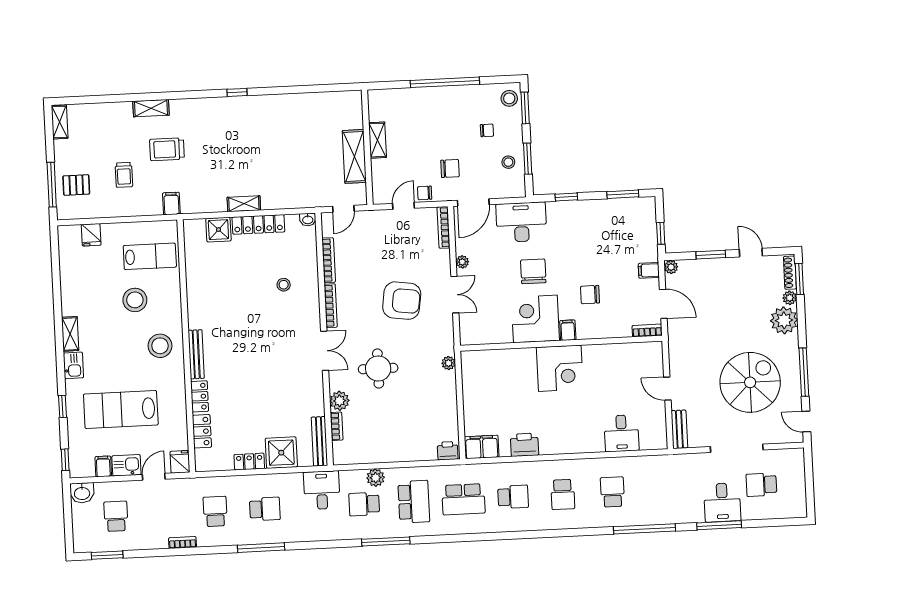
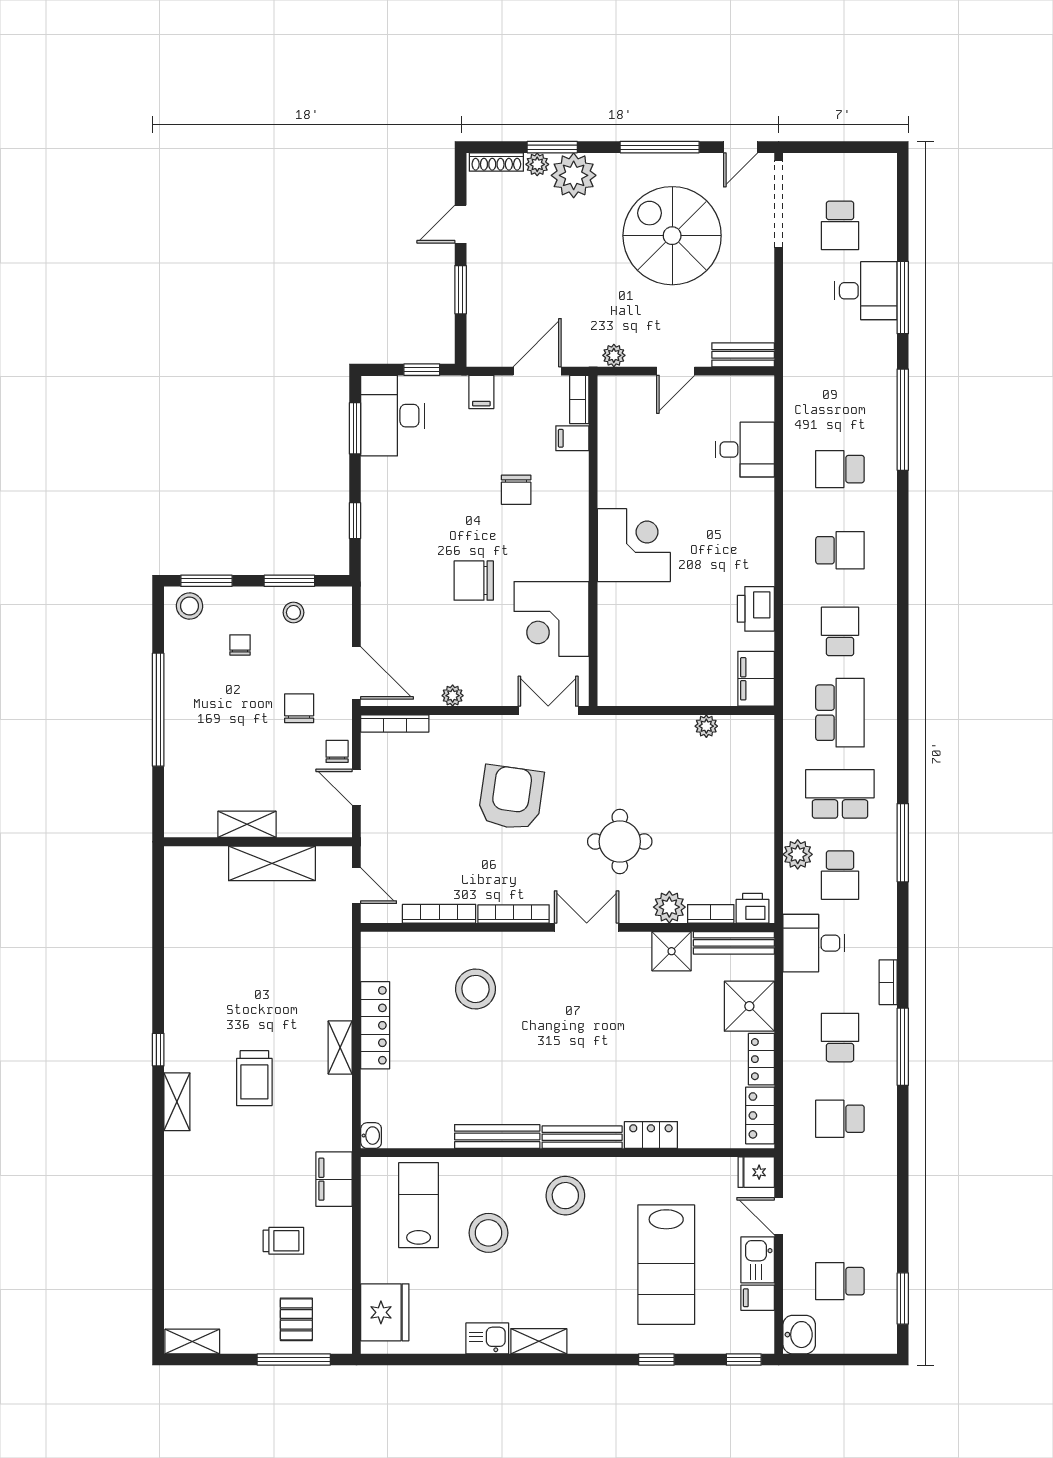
shelving: (151, 108) -> (177, 1102), moved
trolley: (167, 149) -> (254, 1078), moved
chair: (425, 193) -> (337, 751), turned 180
filing cabinet: (171, 203) -> (334, 1179), width x2.00
washbasin: (308, 220) -> (371, 1136), moved
desk: (521, 222) -> (392, 416), moved
shower: (218, 230) -> (672, 951), moved
fridge: (91, 235) -> (385, 1312), width x1.88, depth x1.34
plant: (671, 267) -> (614, 355), moved
window: (799, 279) -> (552, 147), moved
stool: (284, 285) -> (475, 989), width x1.89, depth x1.89
double door: (455, 295) -> (548, 711), moved
bench: (194, 302) -> (497, 1136), added
corner desk: (535, 319) -> (551, 619), moved
filing cabinet: (568, 330) -> (572, 438), moved
plant: (449, 363) -> (706, 726), moved
kitchen sink: (73, 365) -> (487, 1338), moved
locker: (202, 431) -> (760, 1115), moved, turned -90
doorway: (737, 448) -> (779, 204), moved
printer: (448, 451) -> (753, 908), moved, turned 90
bookcase: (182, 542) -> (888, 982), moved

